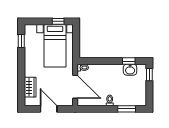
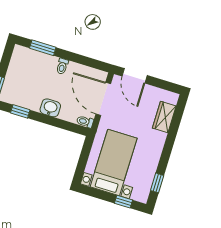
window: (58, 21) -> (124, 202), moved
washbasin: (130, 70) -> (50, 108), moved
door: (49, 109) -> (135, 76), moved

